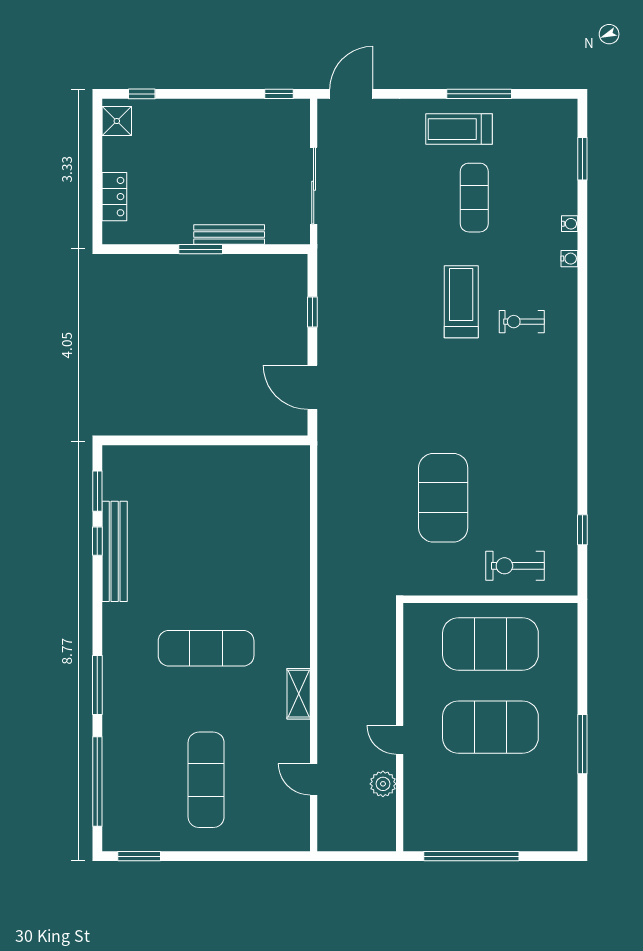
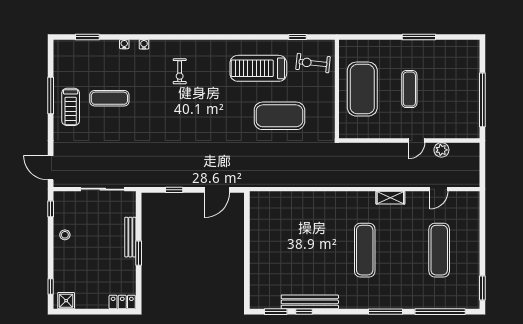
stool: (233, 119) -> (65, 235), added
locker: (114, 197) -> (122, 302), moved
treadmill: (461, 302) -> (258, 68), moved, width x1.37, depth x1.38
exercise bike: (515, 566) -> (313, 63), moved, turned 96
exercise mat: (490, 727) -> (409, 89), width x0.50, depth x0.69
exercise mat: (206, 780) -> (439, 250), turned 90

